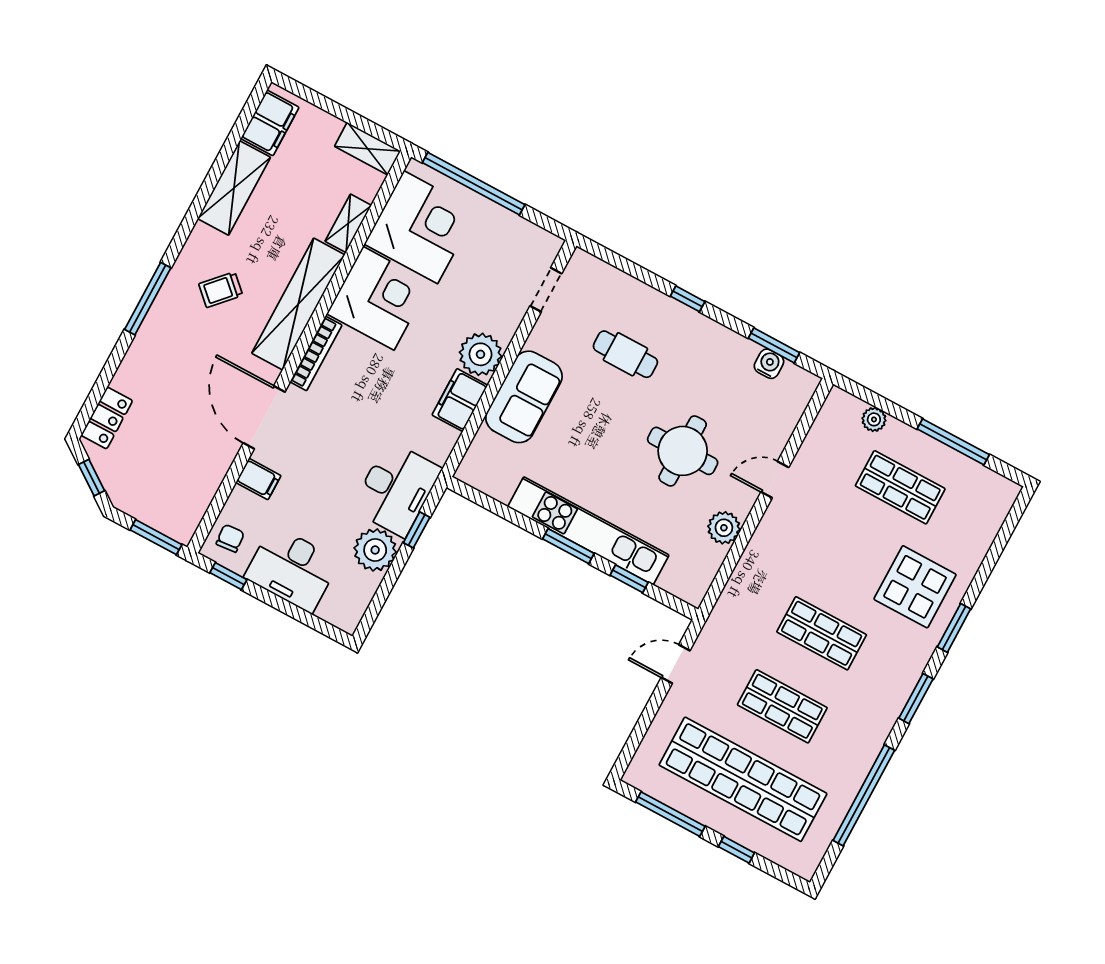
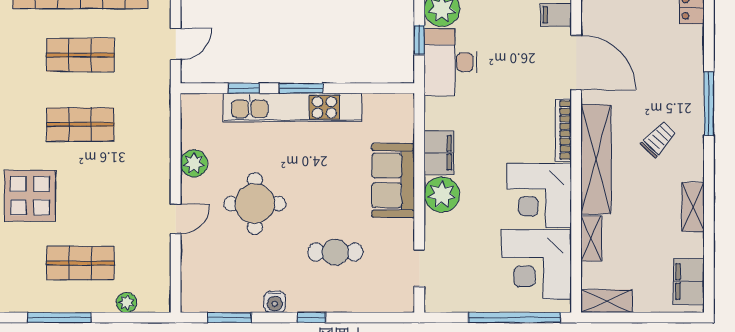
shelving: (234, 188) -> (693, 207), width x0.67, depth x0.75
water cooler: (769, 364) -> (275, 302), moved

